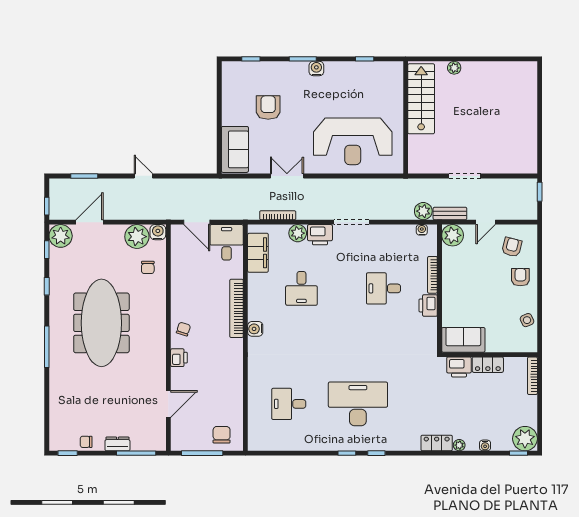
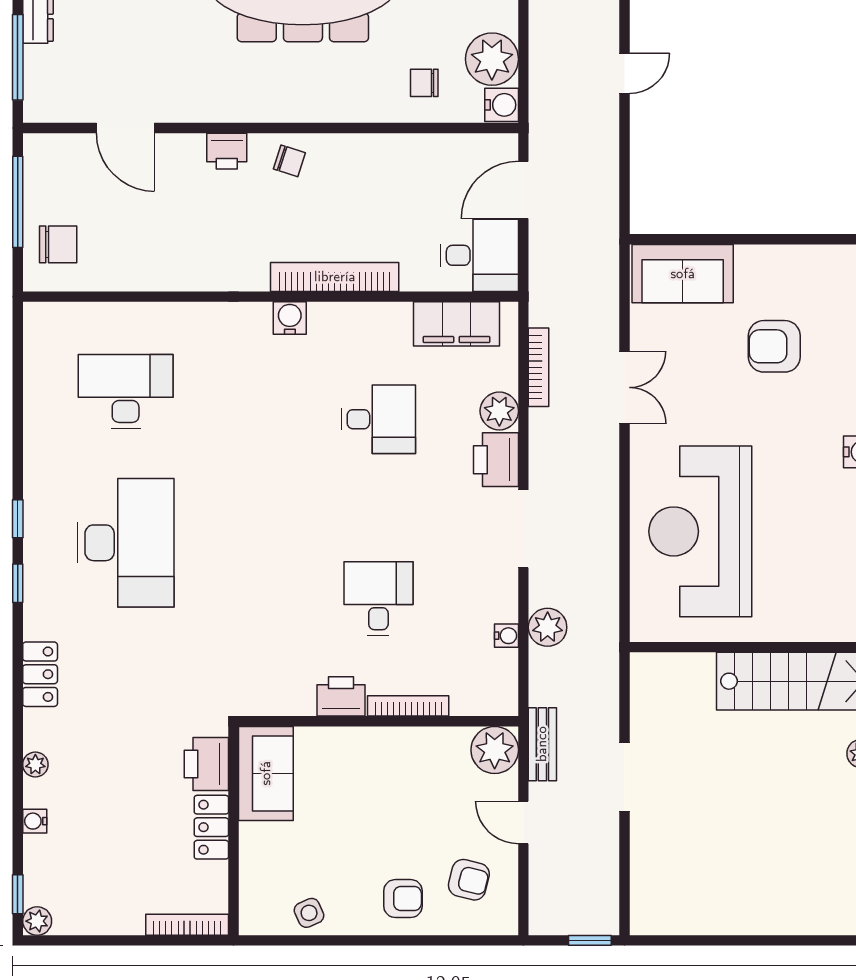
armchair: (268, 108) -> (774, 346), turned 180
plant: (423, 211) -> (548, 627), moved
water cooler: (422, 230) -> (507, 636), moved
desk: (301, 288) -> (378, 419), turned 180
desk: (289, 404) -> (126, 391), width x1.37
plant: (525, 439) -> (37, 921), width x0.53, depth x0.53
locker: (437, 443) -> (40, 674), moved

